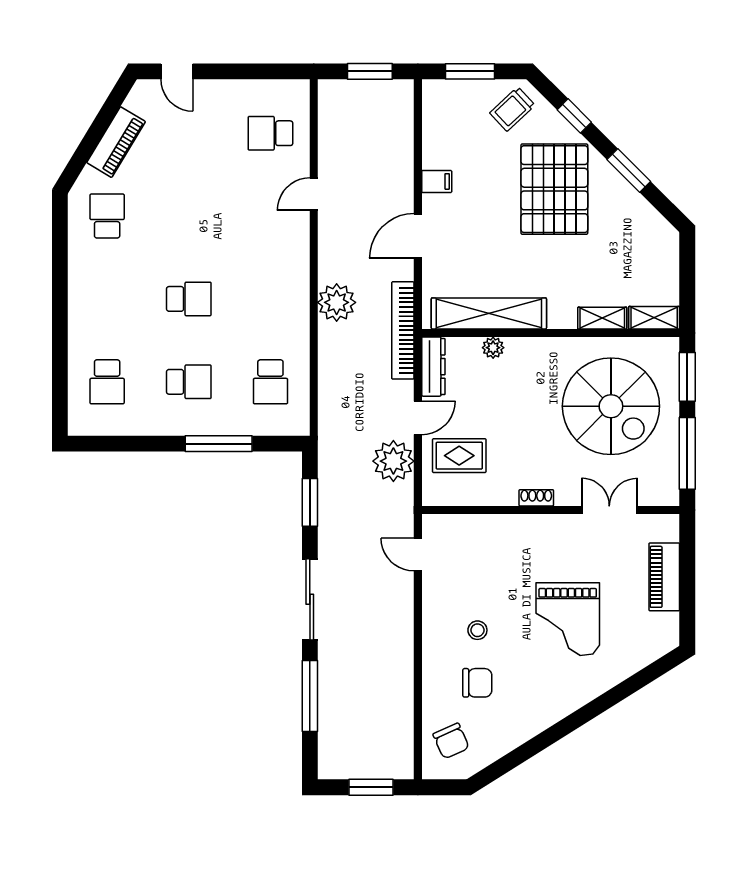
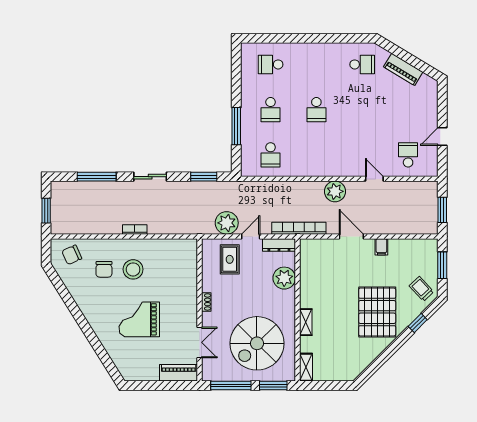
door: (177, 71) -> (442, 137), moved
window: (629, 170) -> (388, 353), removed
pallet: (554, 189) -> (377, 312), turned 90
plant: (337, 302) -> (335, 191), moved
shelving: (489, 313) -> (308, 276), removed
shelving: (602, 318) -> (306, 322), moved
plant: (493, 348) -> (284, 278), width x1.88, depth x1.88
school desk: (270, 382) -> (271, 155), turned -90
door: (418, 418) -> (251, 236), swing flipped
door: (418, 555) -> (175, 236), removed
piano: (664, 577) -> (179, 373), moved
sliding door: (310, 599) -> (150, 177), width x0.73
bookcase: (405, 627) -> (135, 229), added
stool: (477, 630) -> (133, 269), width x1.89, depth x1.89

